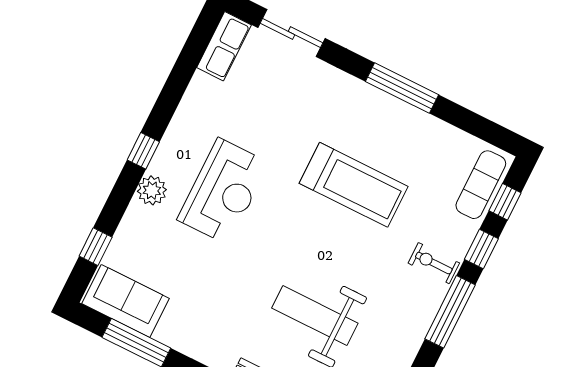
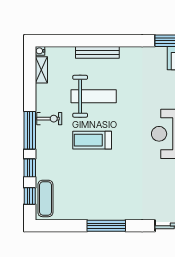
treadmill: (354, 185) -> (92, 140), moved, width x0.73, depth x0.73
exercise bike: (434, 263) -> (49, 119), moved

